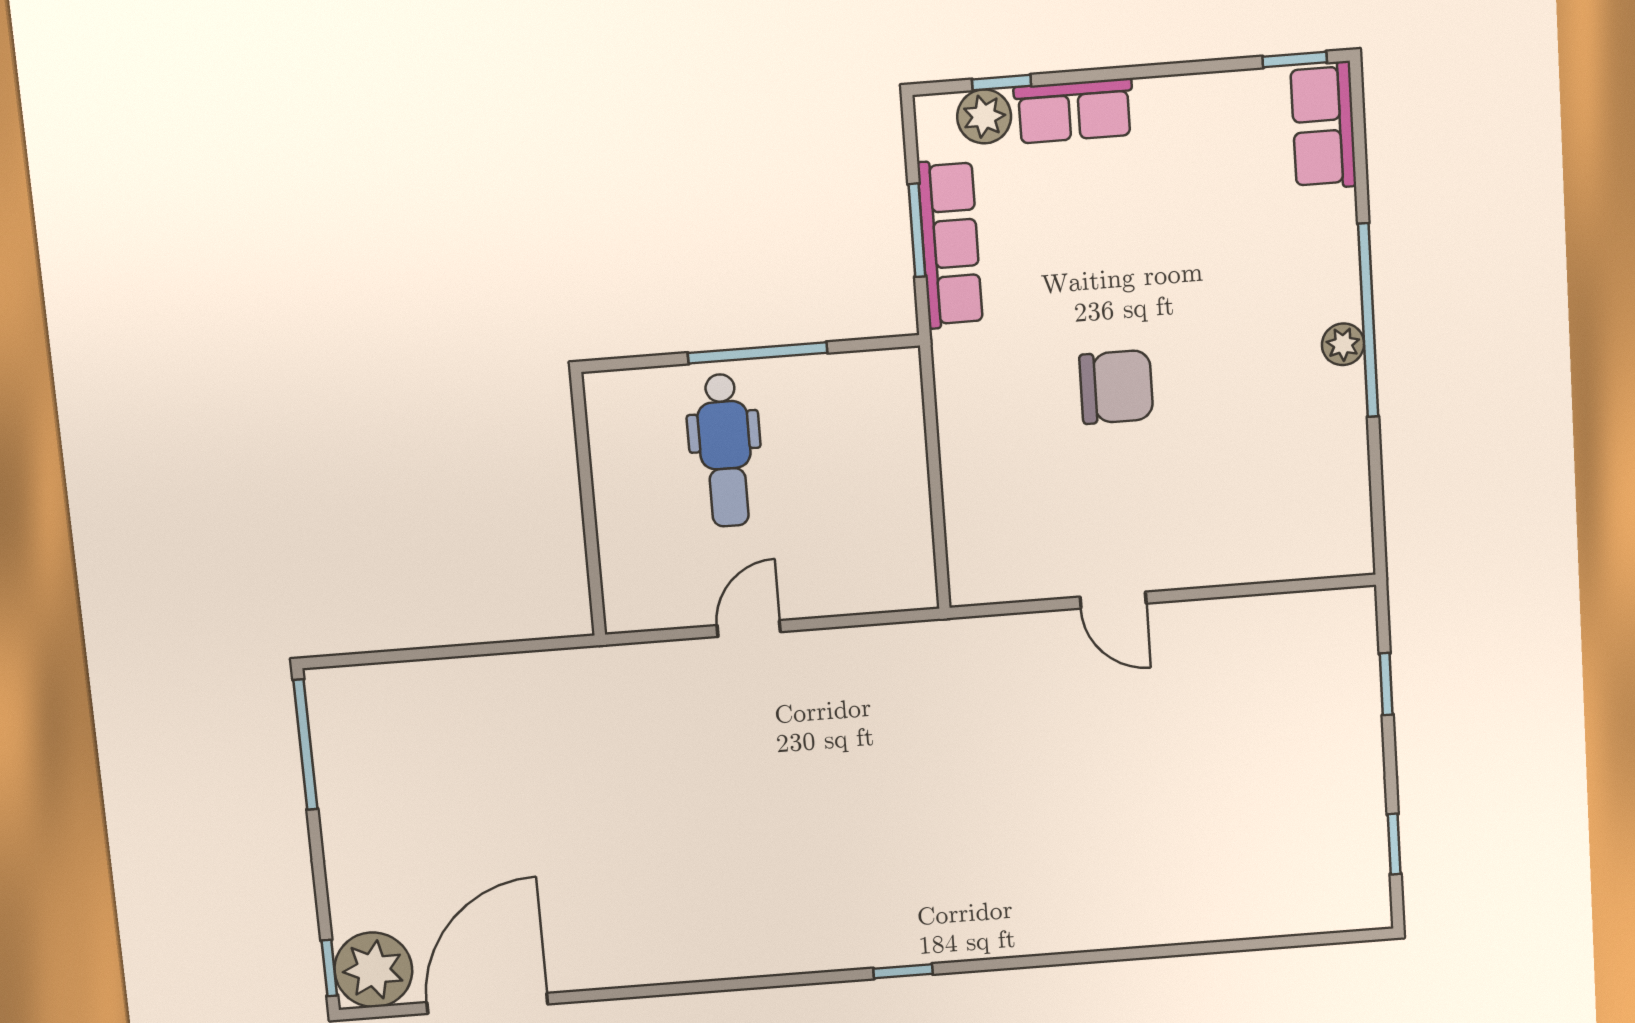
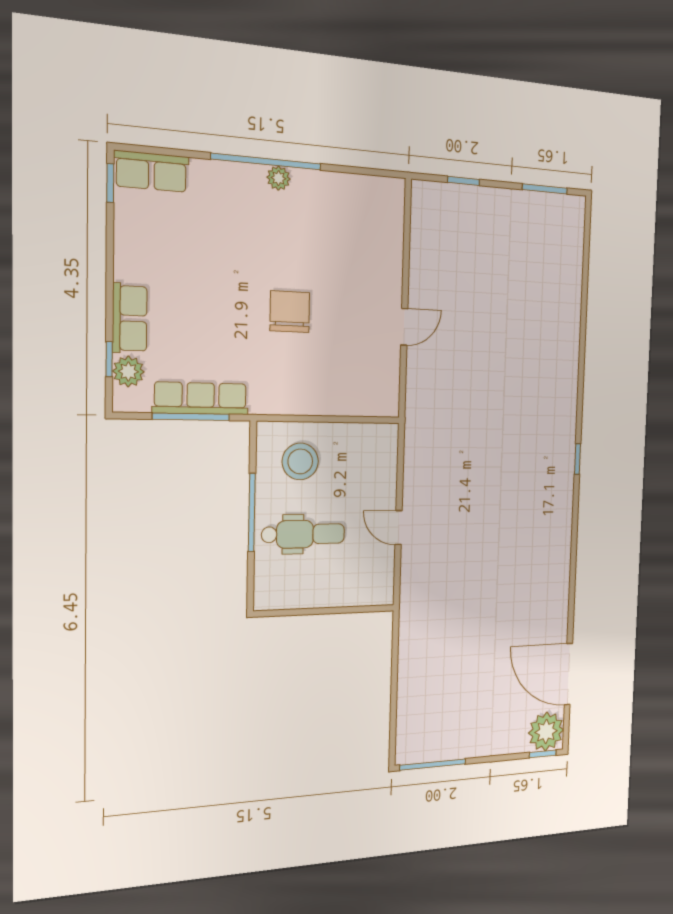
window: (917, 230) -> (191, 417), width x1.44
stool: (855, 432) -> (300, 461), added
window: (1394, 844) -> (545, 189), width x1.50

